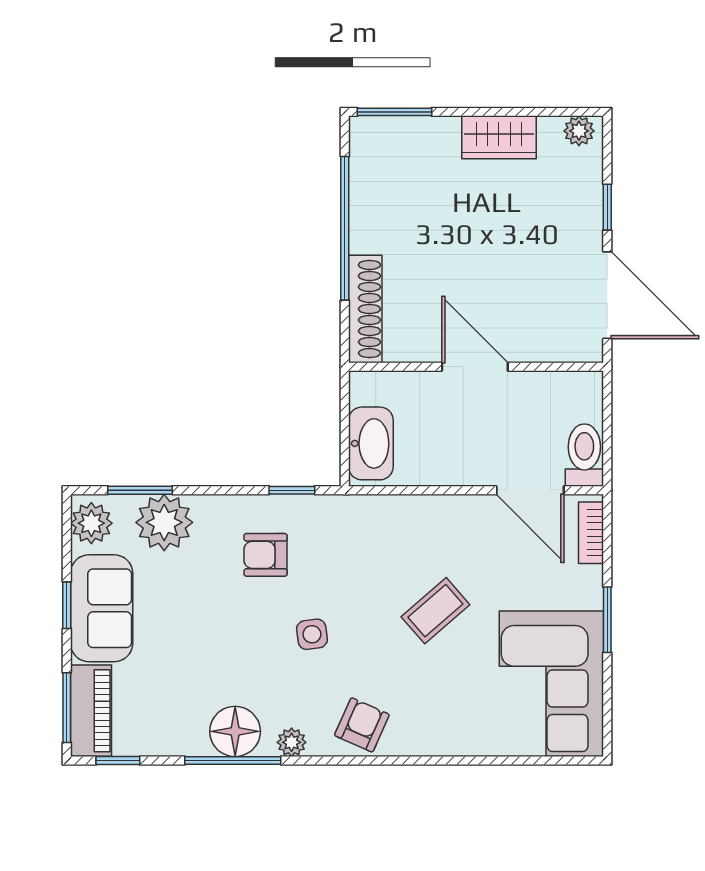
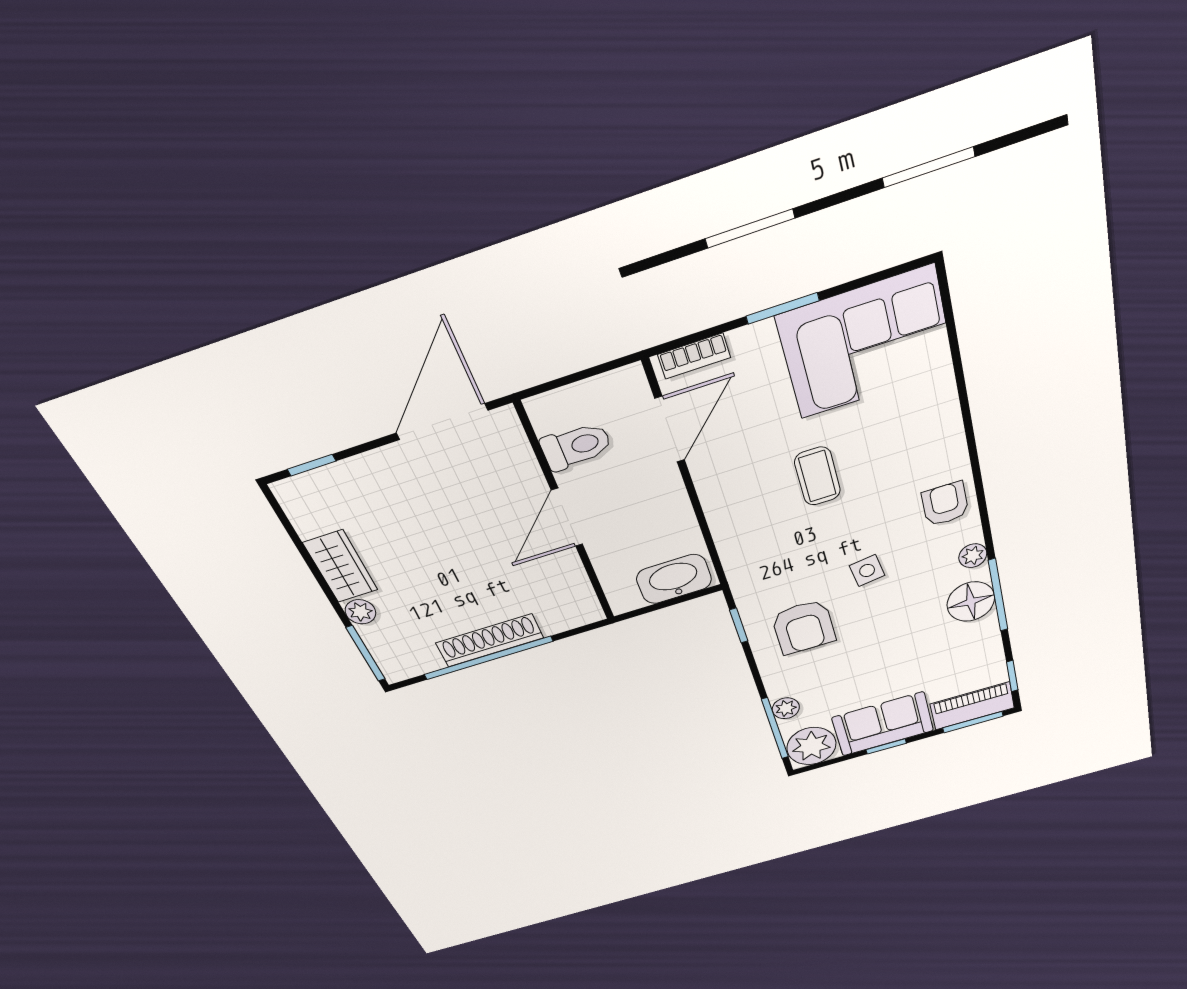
plant: (579, 131) -> (360, 612), moved
window: (607, 207) -> (312, 465), moved
shoe rack: (365, 309) -> (490, 640), moved
toilet: (584, 455) -> (576, 446), moved, turned 180
window: (140, 490) -> (775, 728), width x1.44
plant: (164, 522) -> (786, 708), width x0.53, depth x0.53
plant: (91, 523) -> (811, 746), width x1.36, depth x1.36
armchair: (266, 555) -> (804, 627), width x1.38, depth x1.38
coffee table: (435, 611) -> (817, 476), turned 41
armchair: (362, 725) -> (945, 504), turned 66

